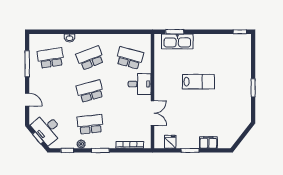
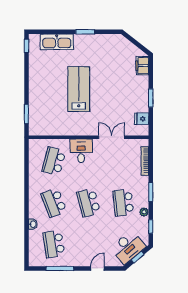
kitchen sink: (177, 41) -> (57, 42), moved, turned 90
lab bench: (199, 82) -> (79, 89), width x1.36, depth x1.39
filing cabinet: (208, 142) -> (142, 66), moved

